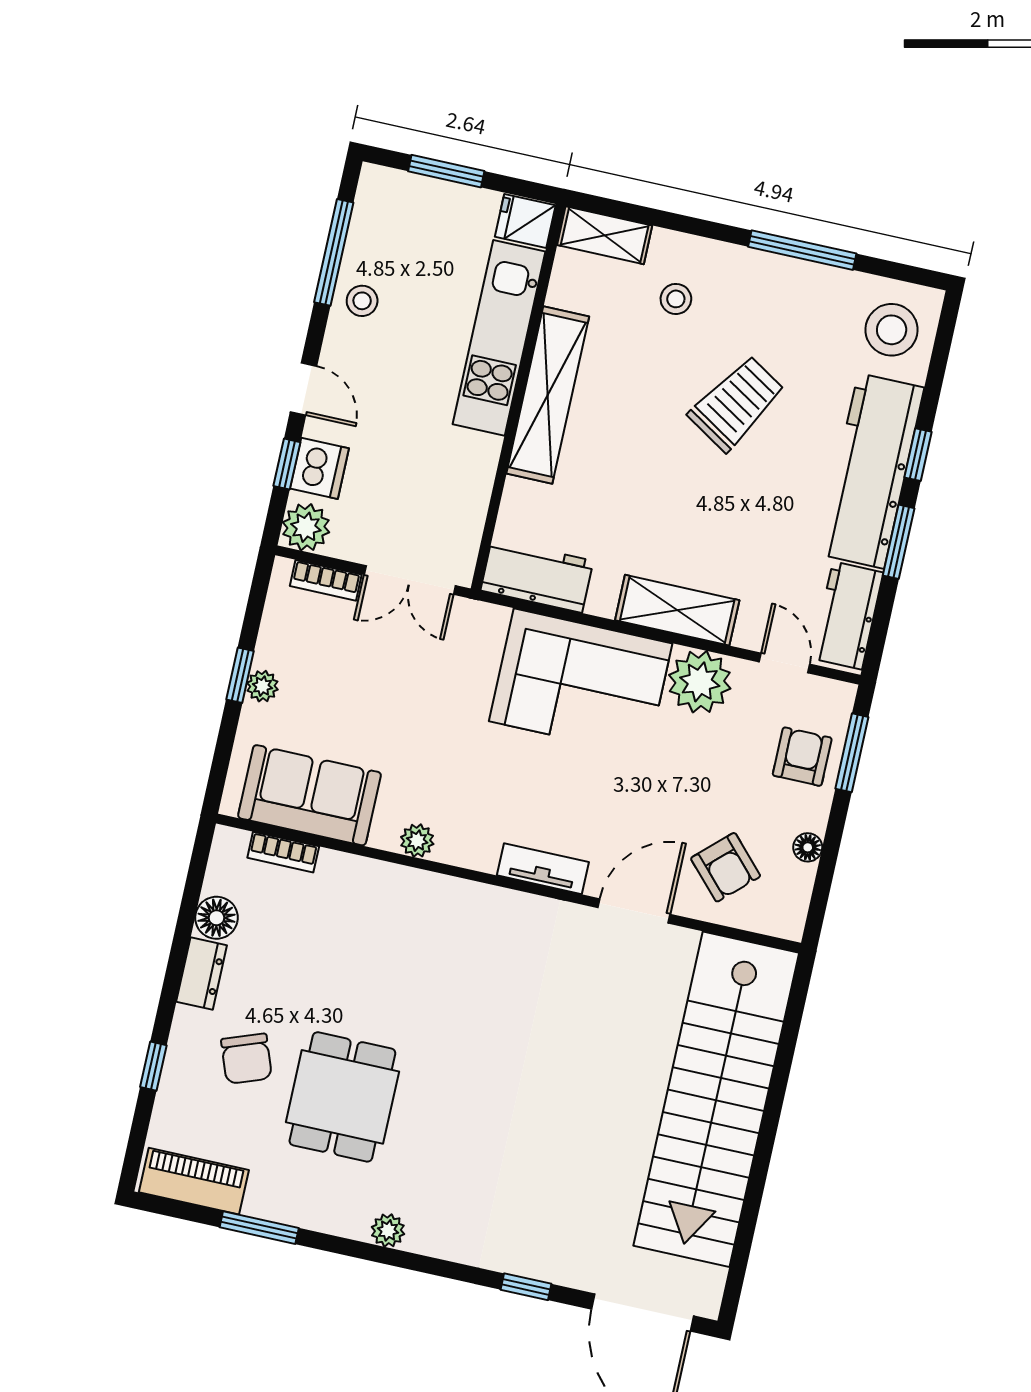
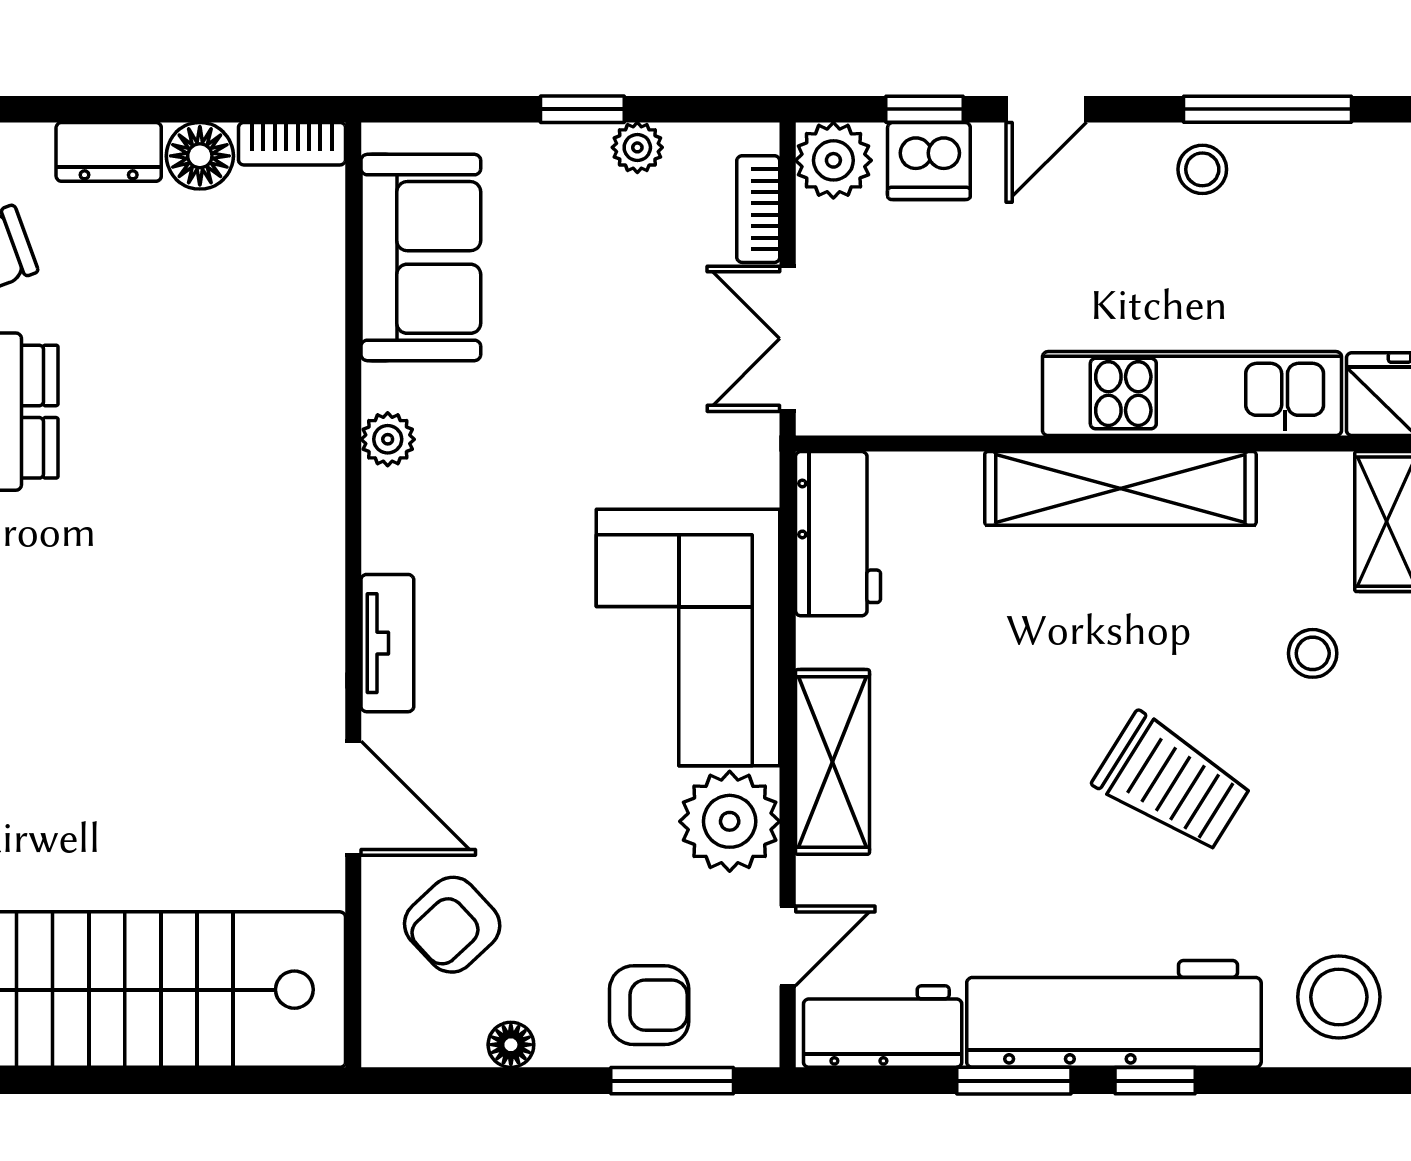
plant: (262, 686) -> (637, 147), moved
bookcase: (283, 852) -> (292, 144), moved, turned -90

